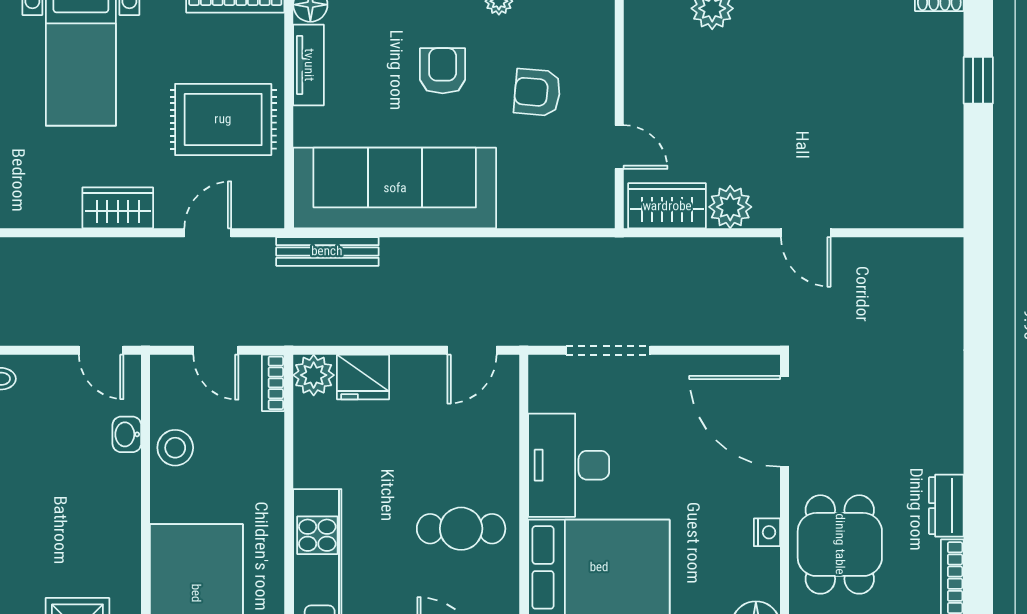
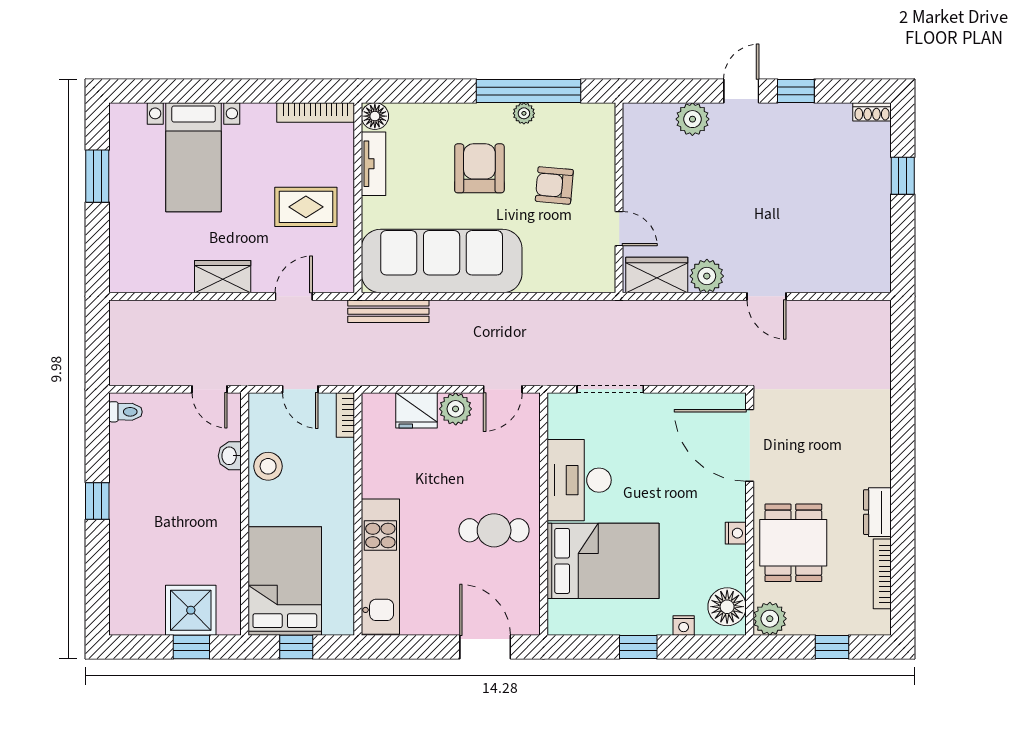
armchair: (443, 71) -> (479, 168), width x1.38, depth x1.38
rug: (223, 119) -> (306, 207), width x0.73, depth x0.70
plant: (314, 375) -> (456, 409), moved

